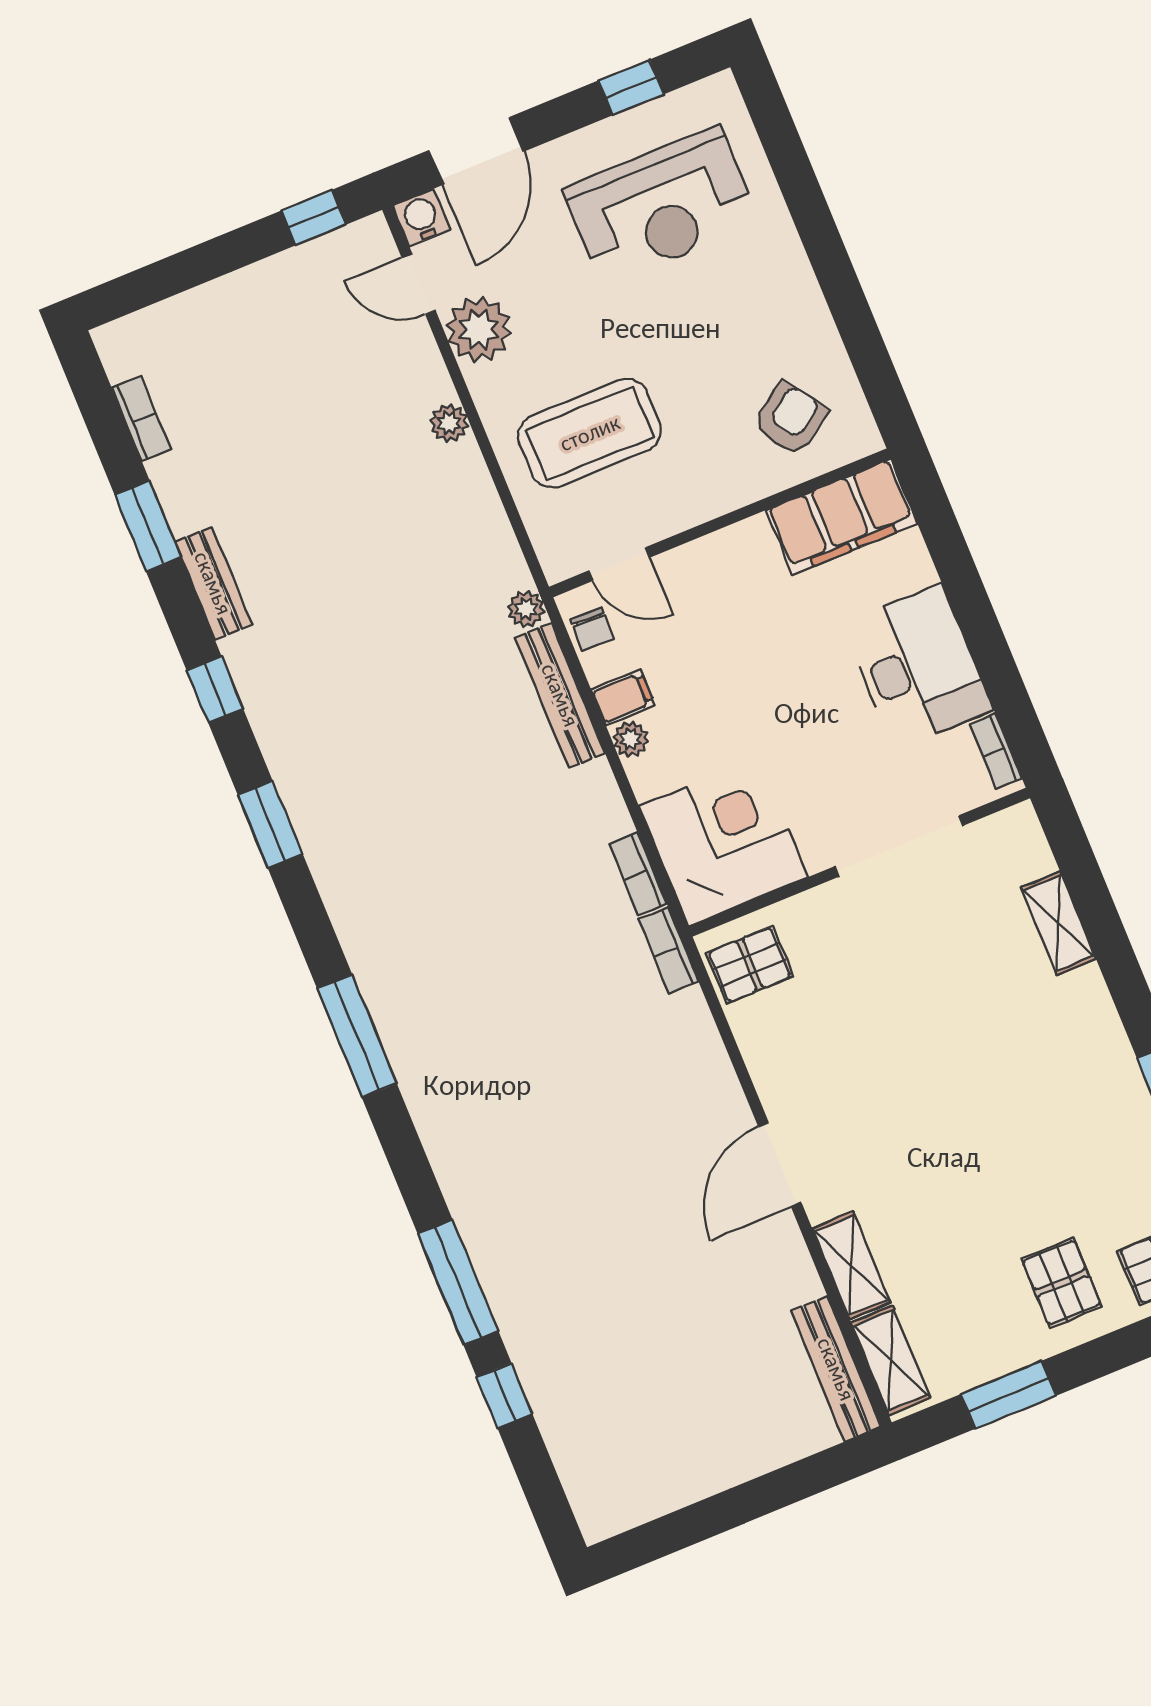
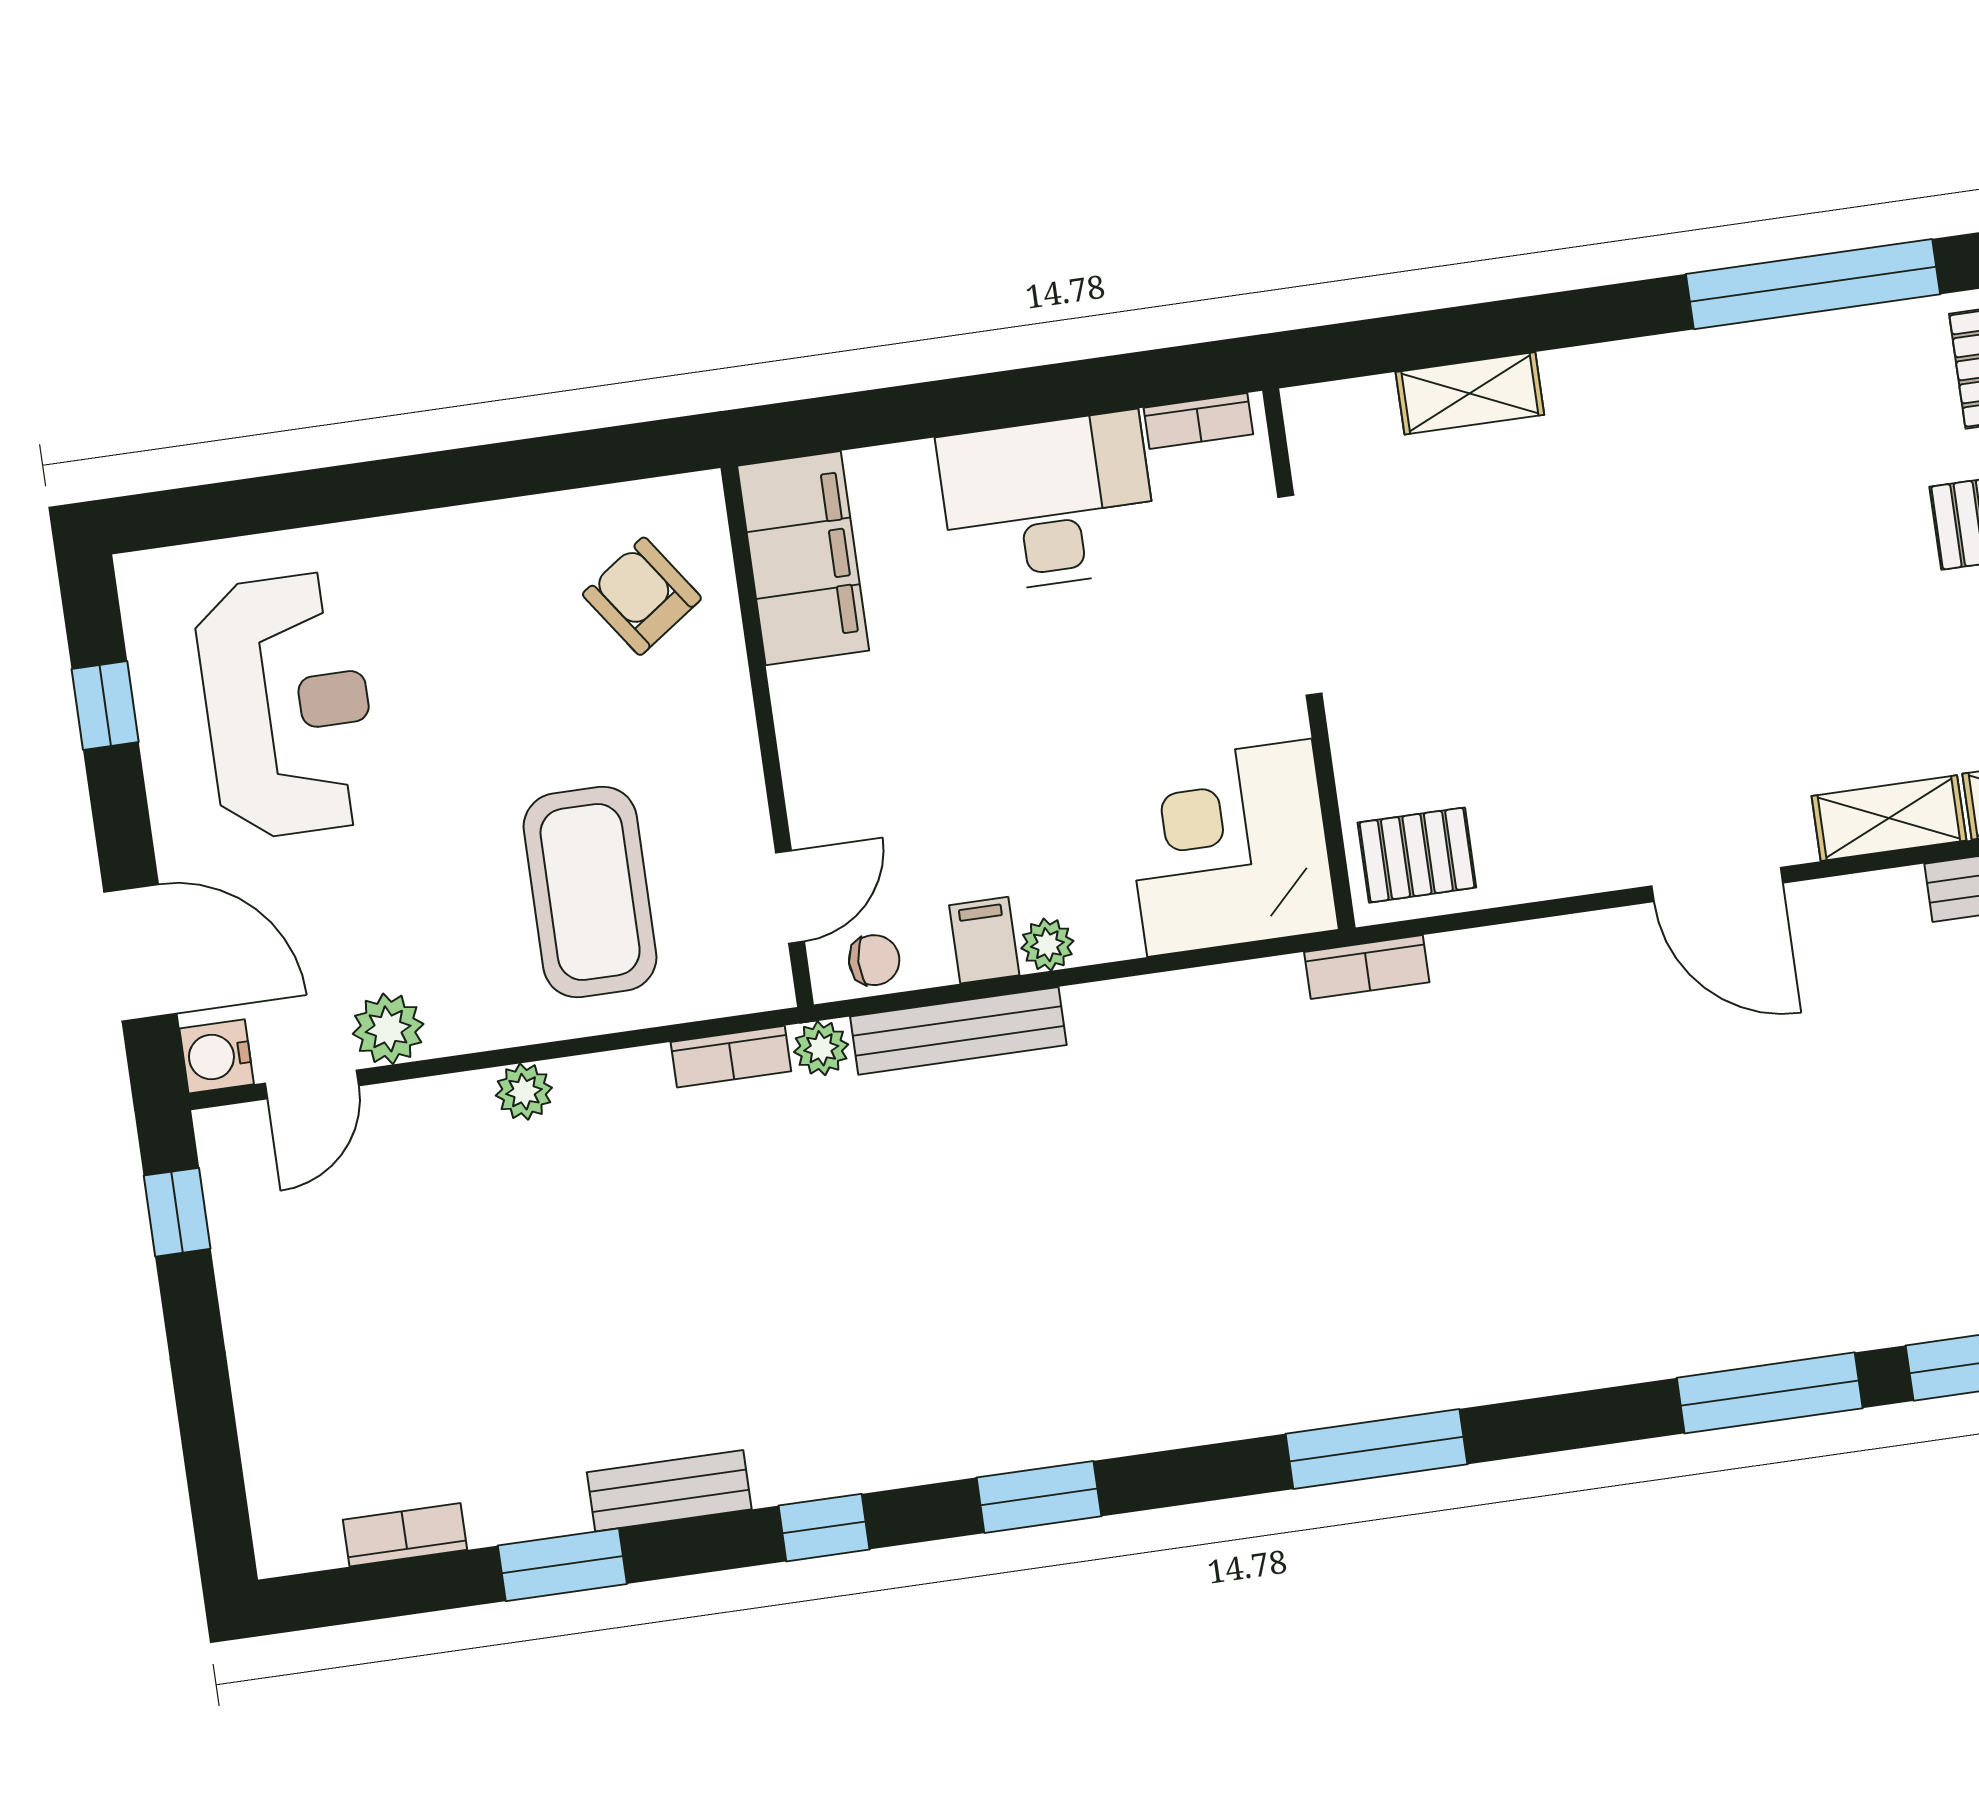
plant: (479, 329) -> (388, 1029), width x0.73, depth x0.73
bookcase: (638, 874) -> (731, 1057), moved
pallet: (750, 965) -> (1417, 855), turned 90

